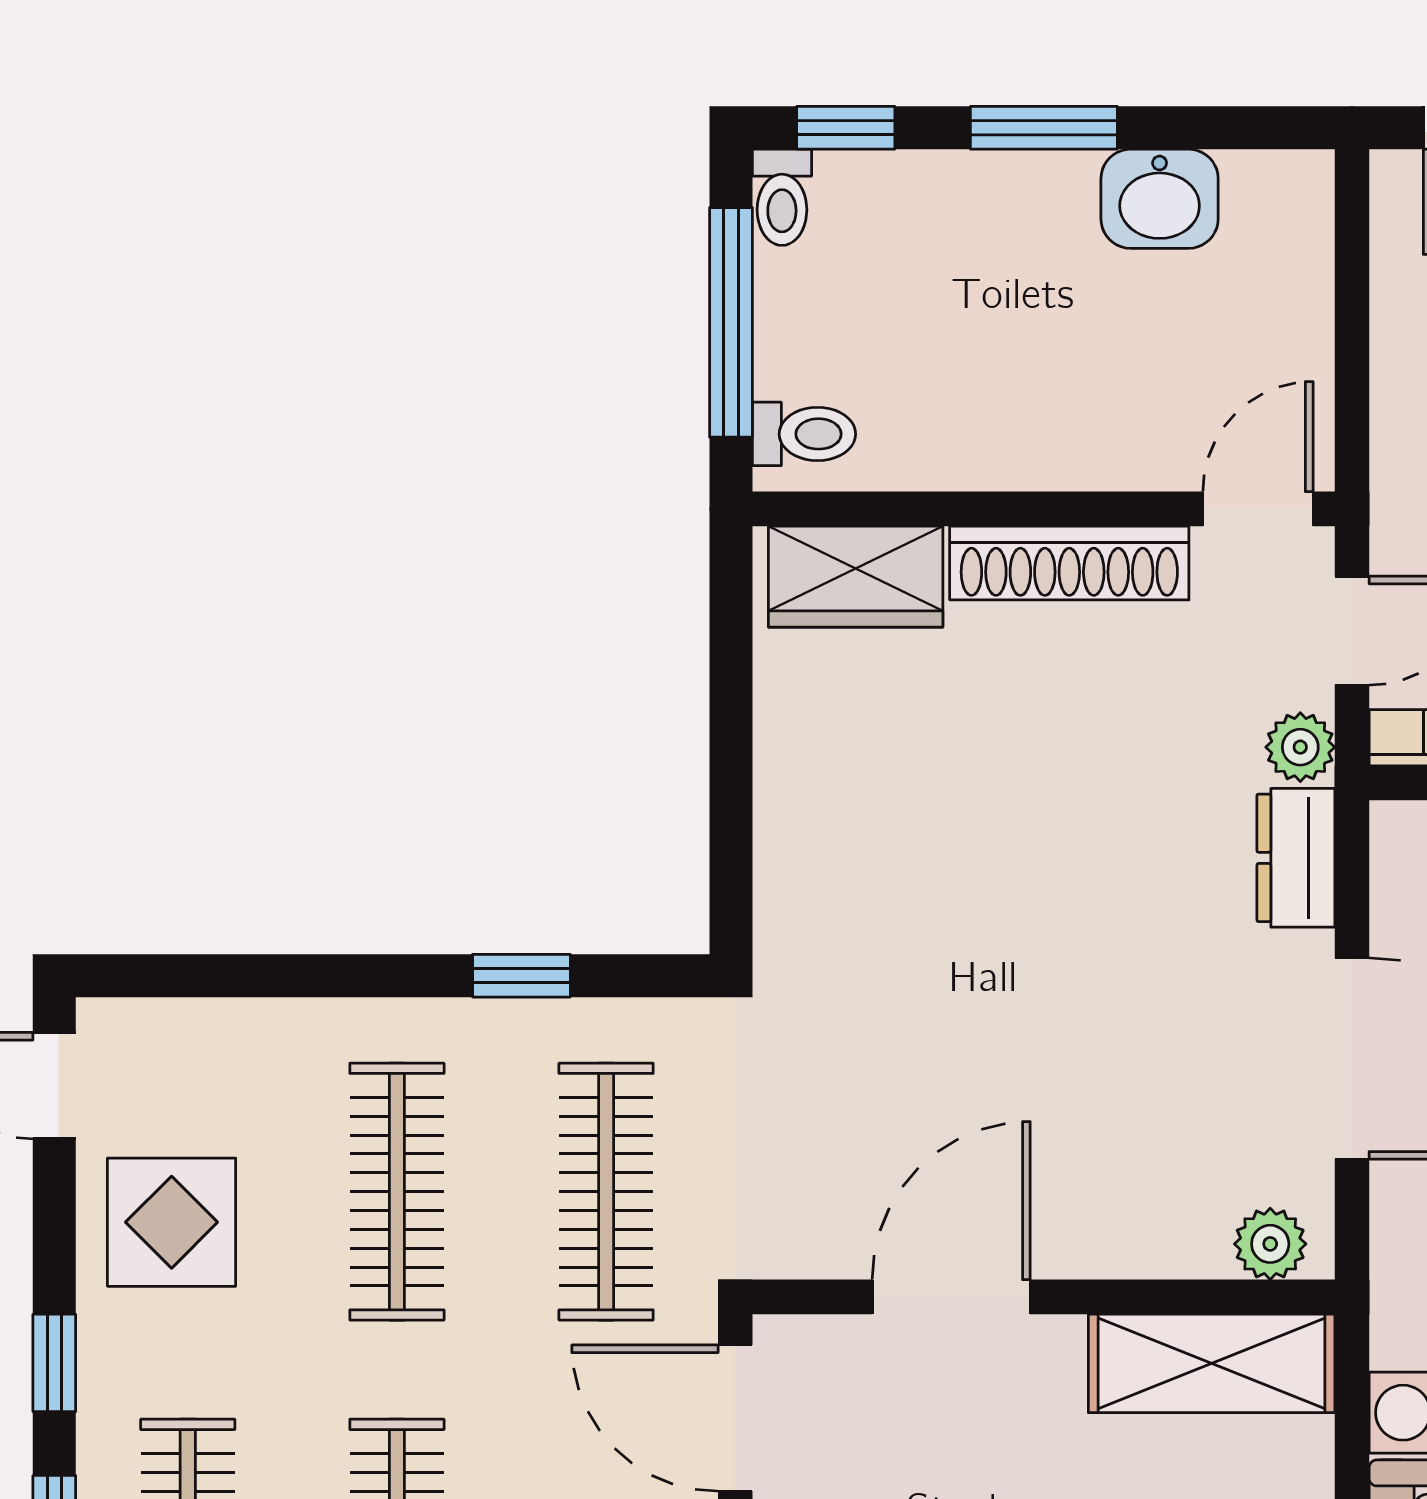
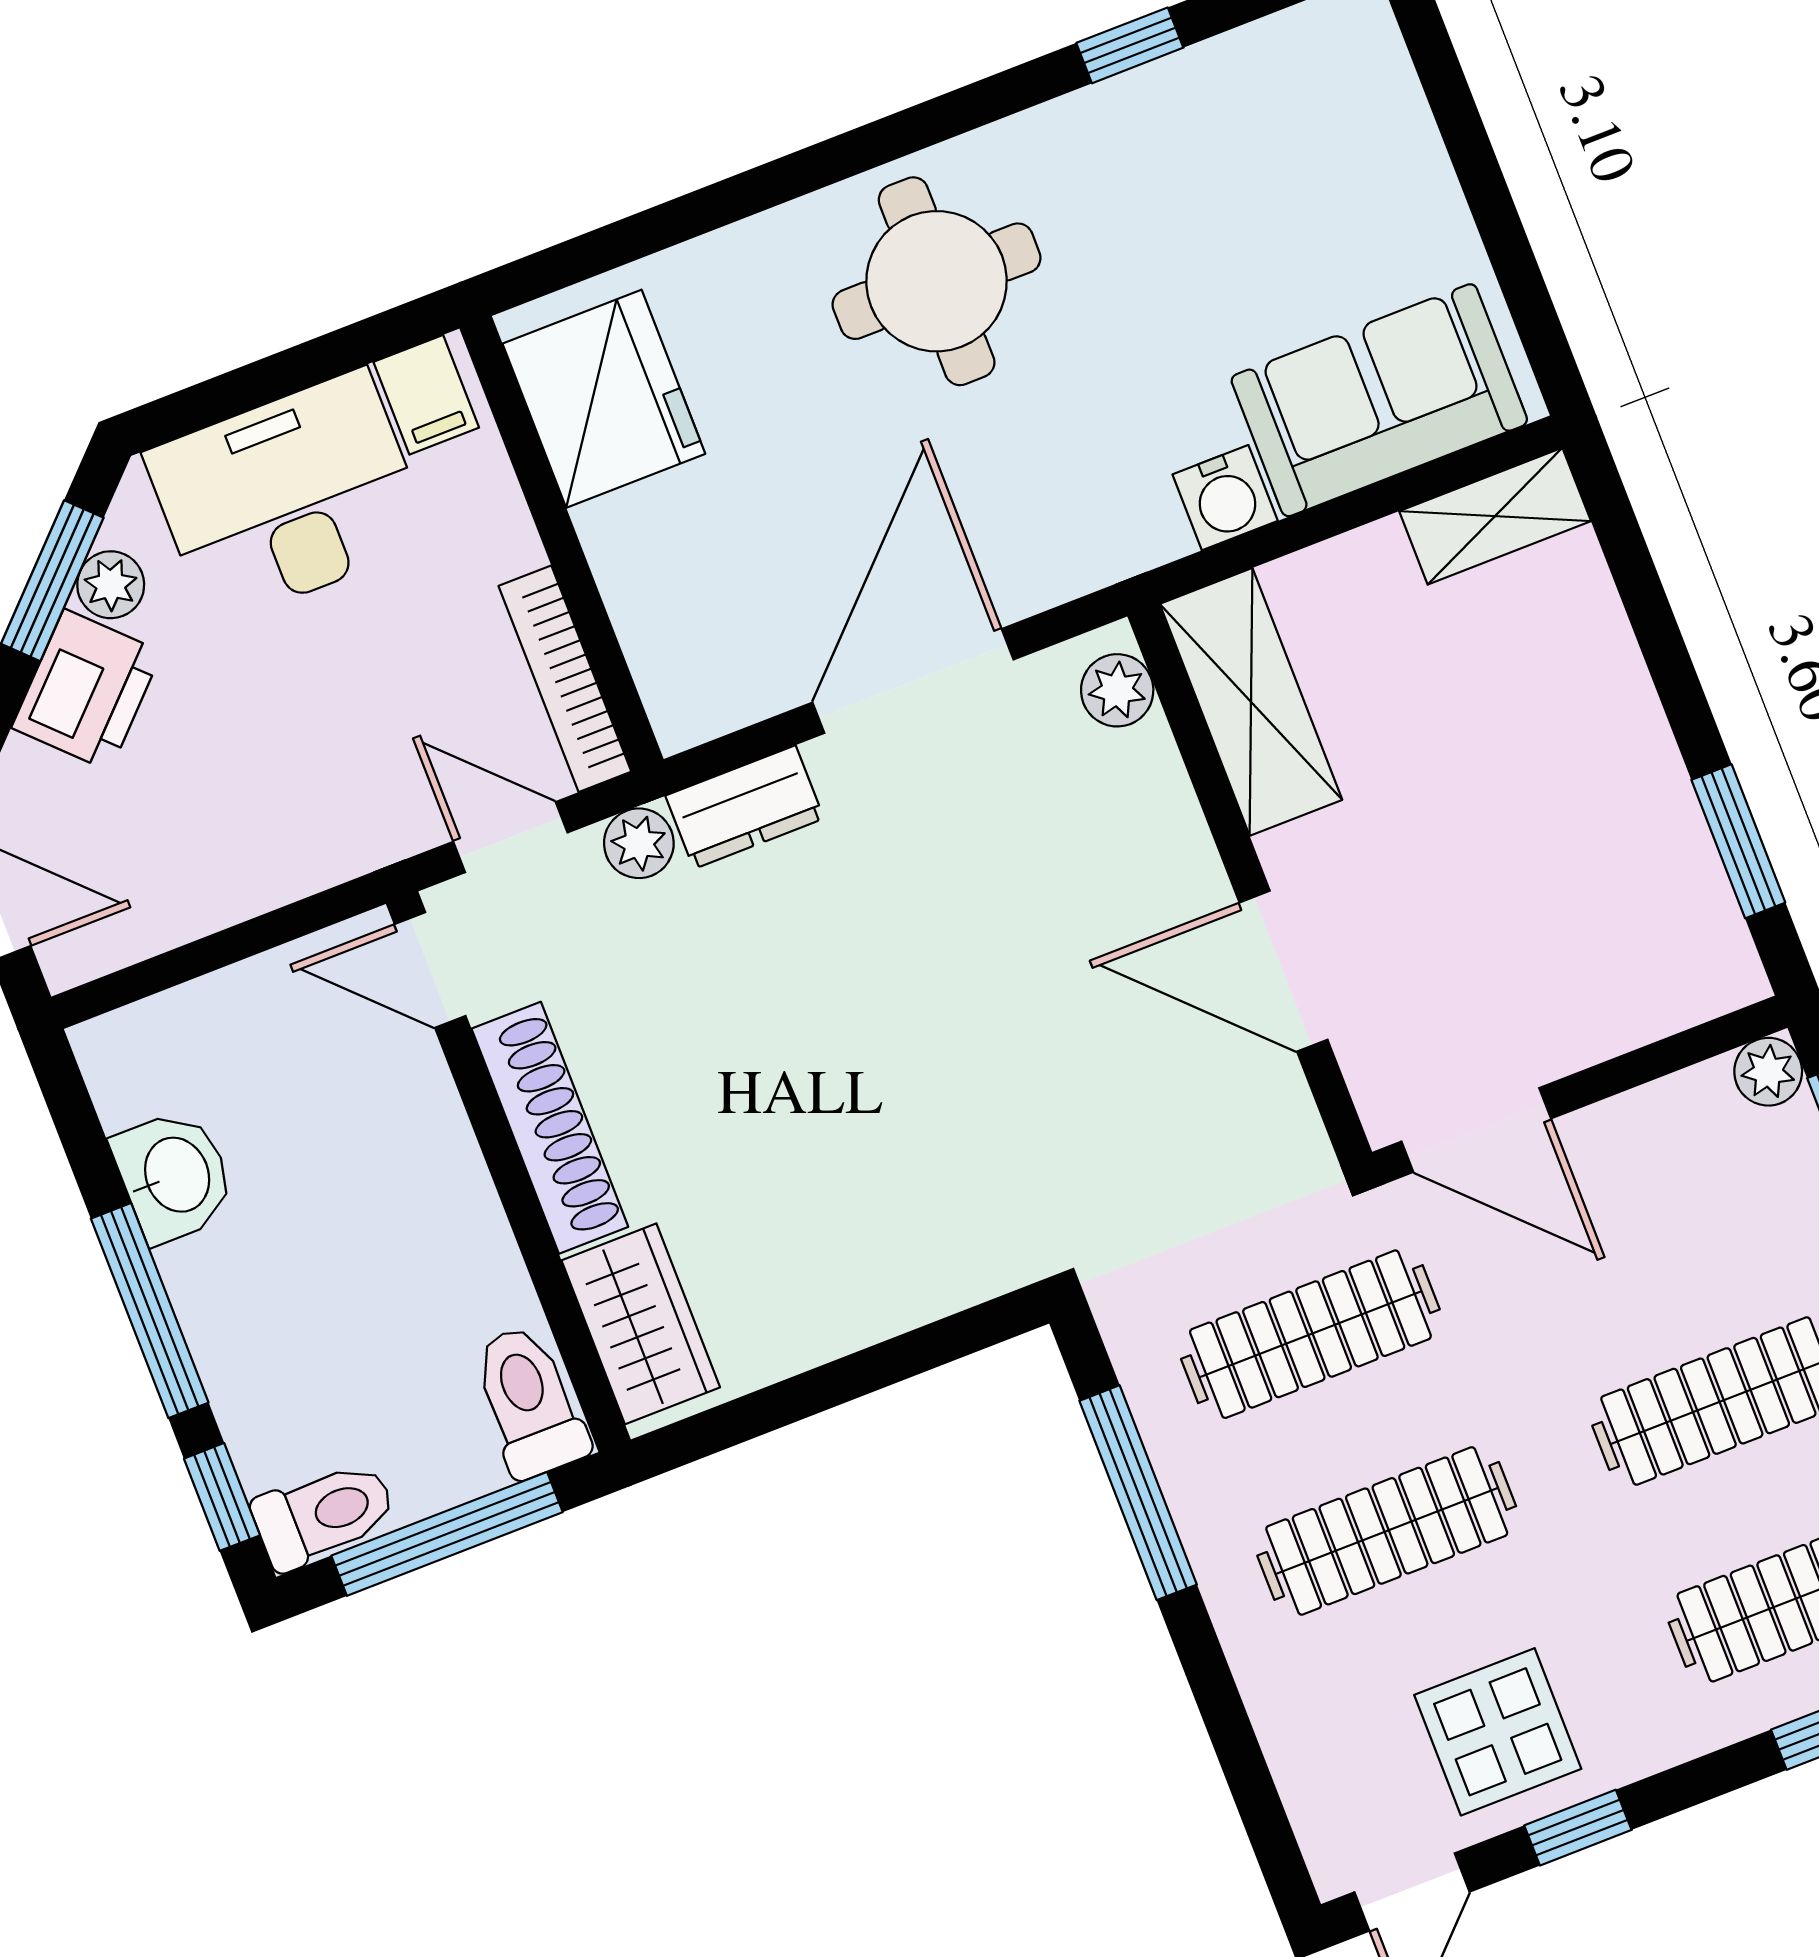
window: (1044, 128) -> (150, 1311), width x1.44
toilet: (782, 197) -> (324, 1514), width x1.37, depth x1.39
toilet: (804, 434) -> (529, 1401), width x1.37, depth x1.39
window: (521, 976) -> (1138, 1493), width x2.17
window: (54, 1363) -> (1578, 1828), moved
door: (735, 1418) -> (1476, 1130), hinge flipped

